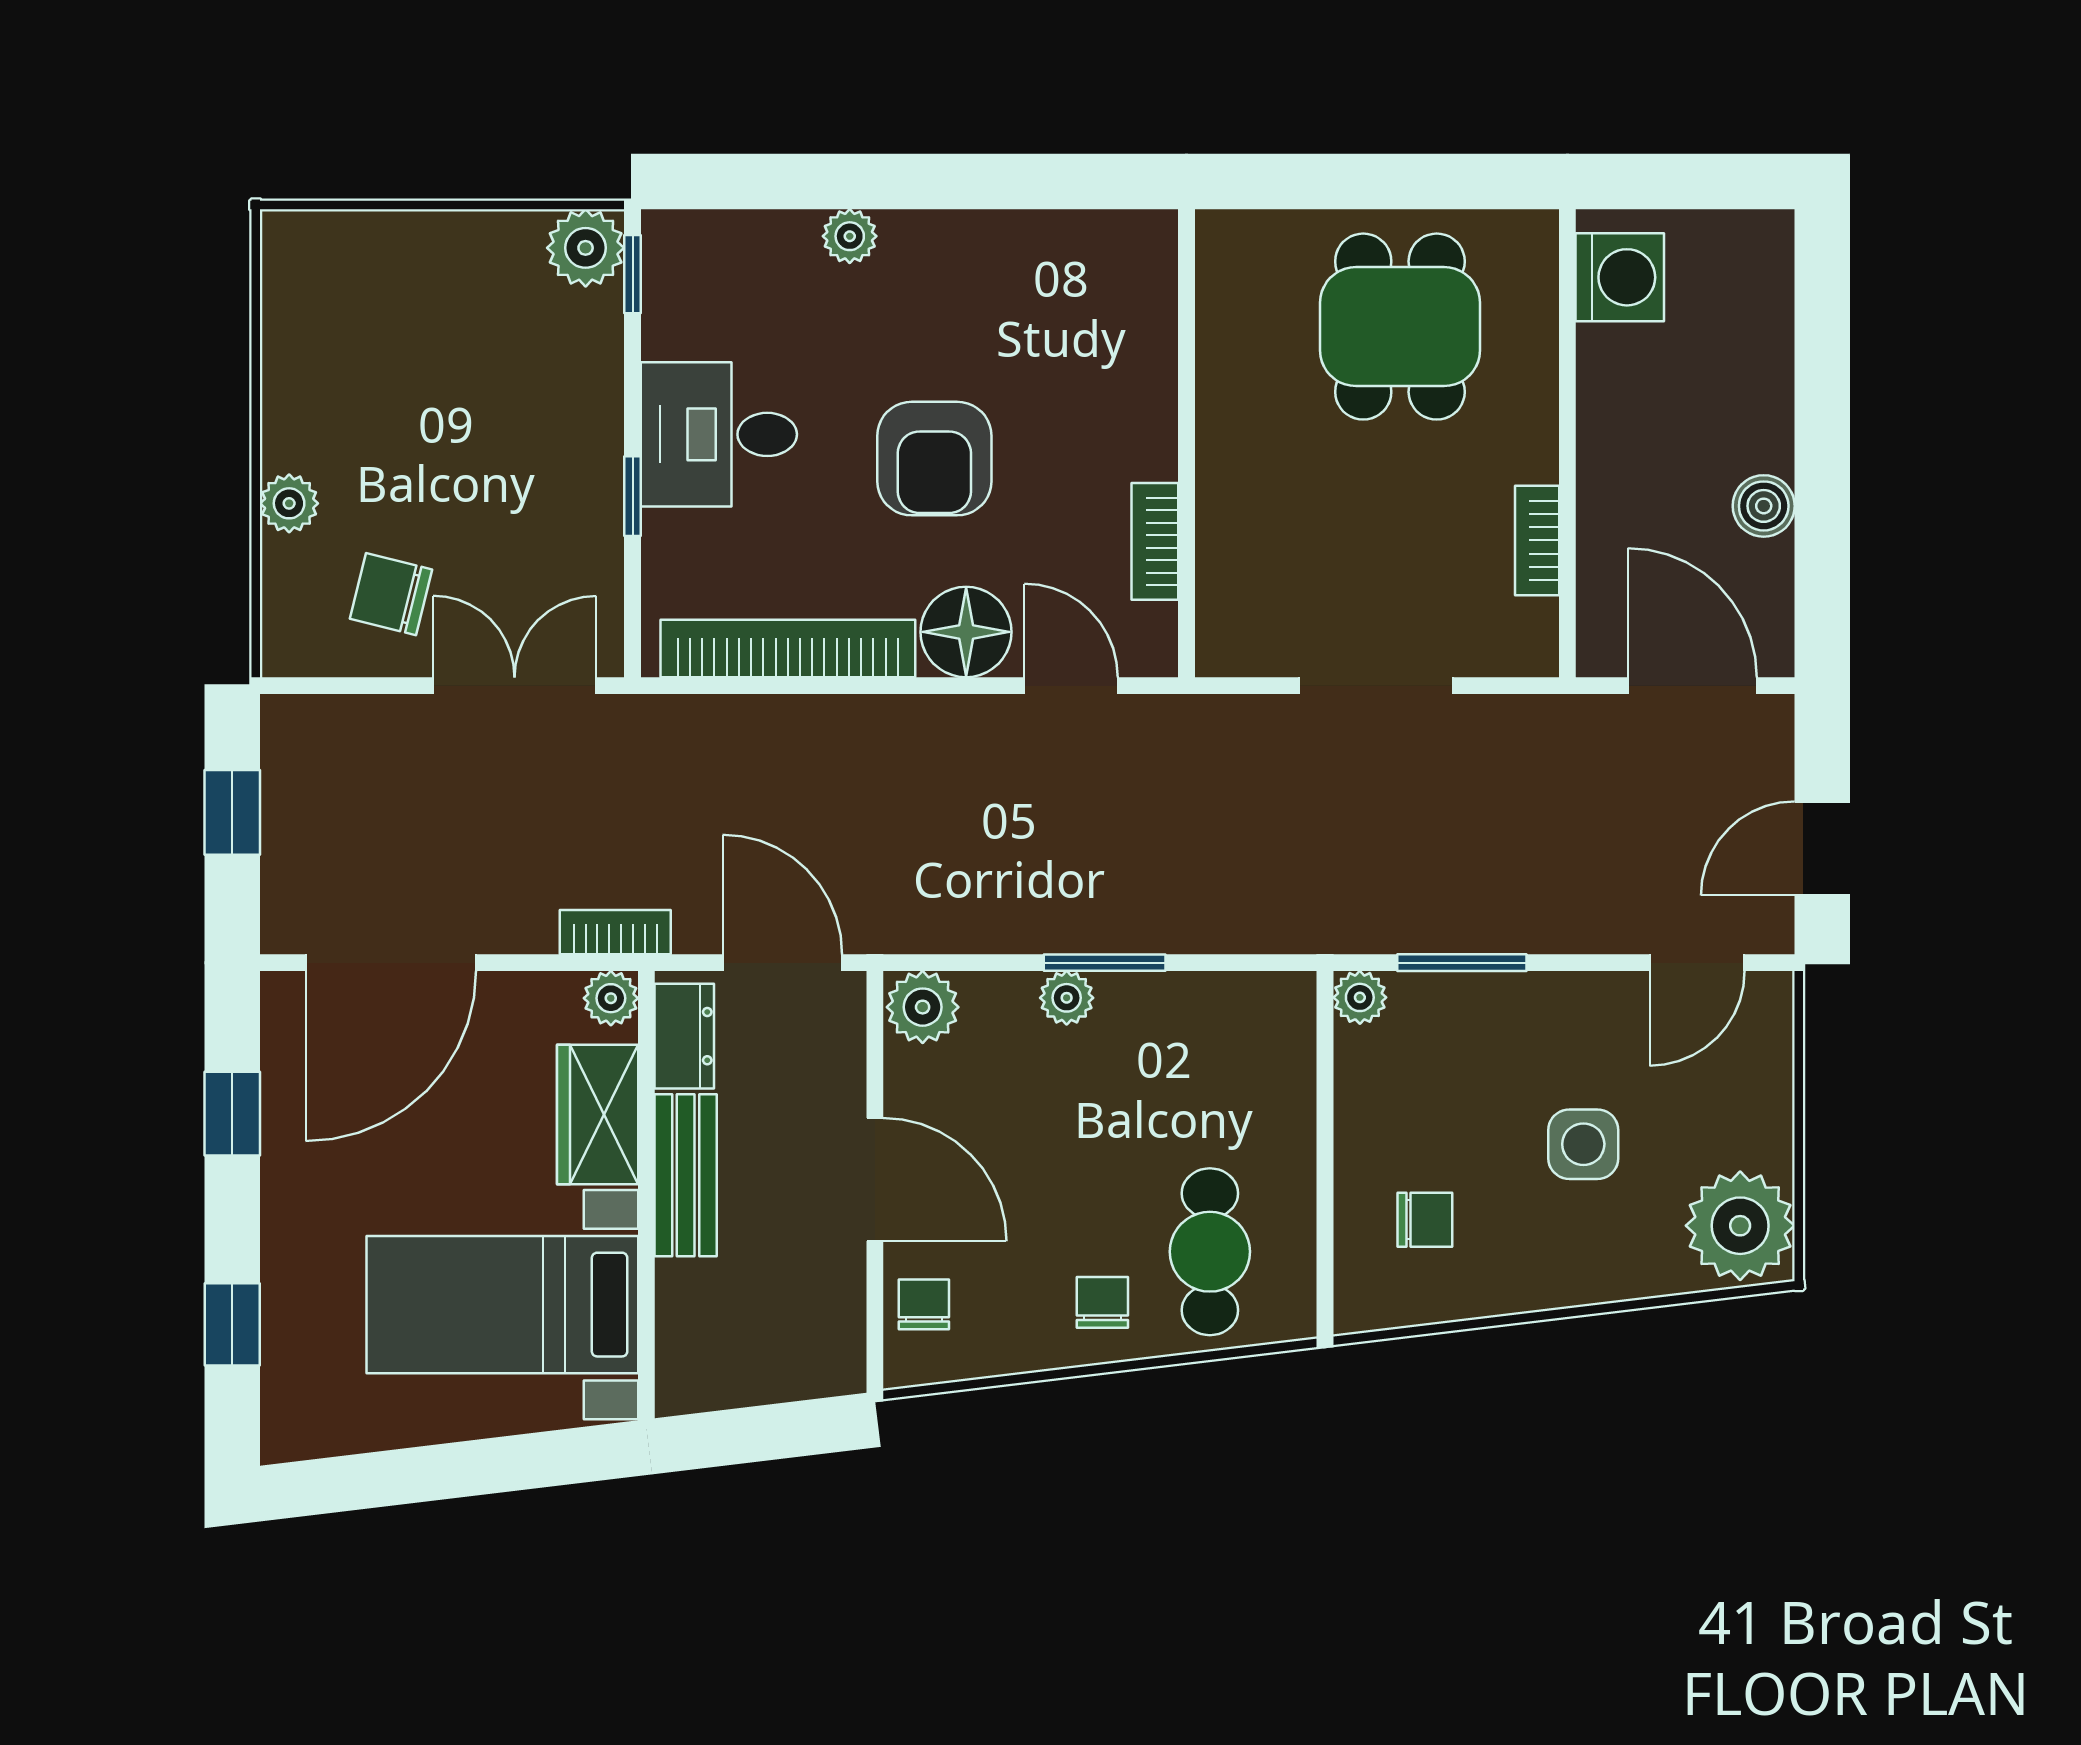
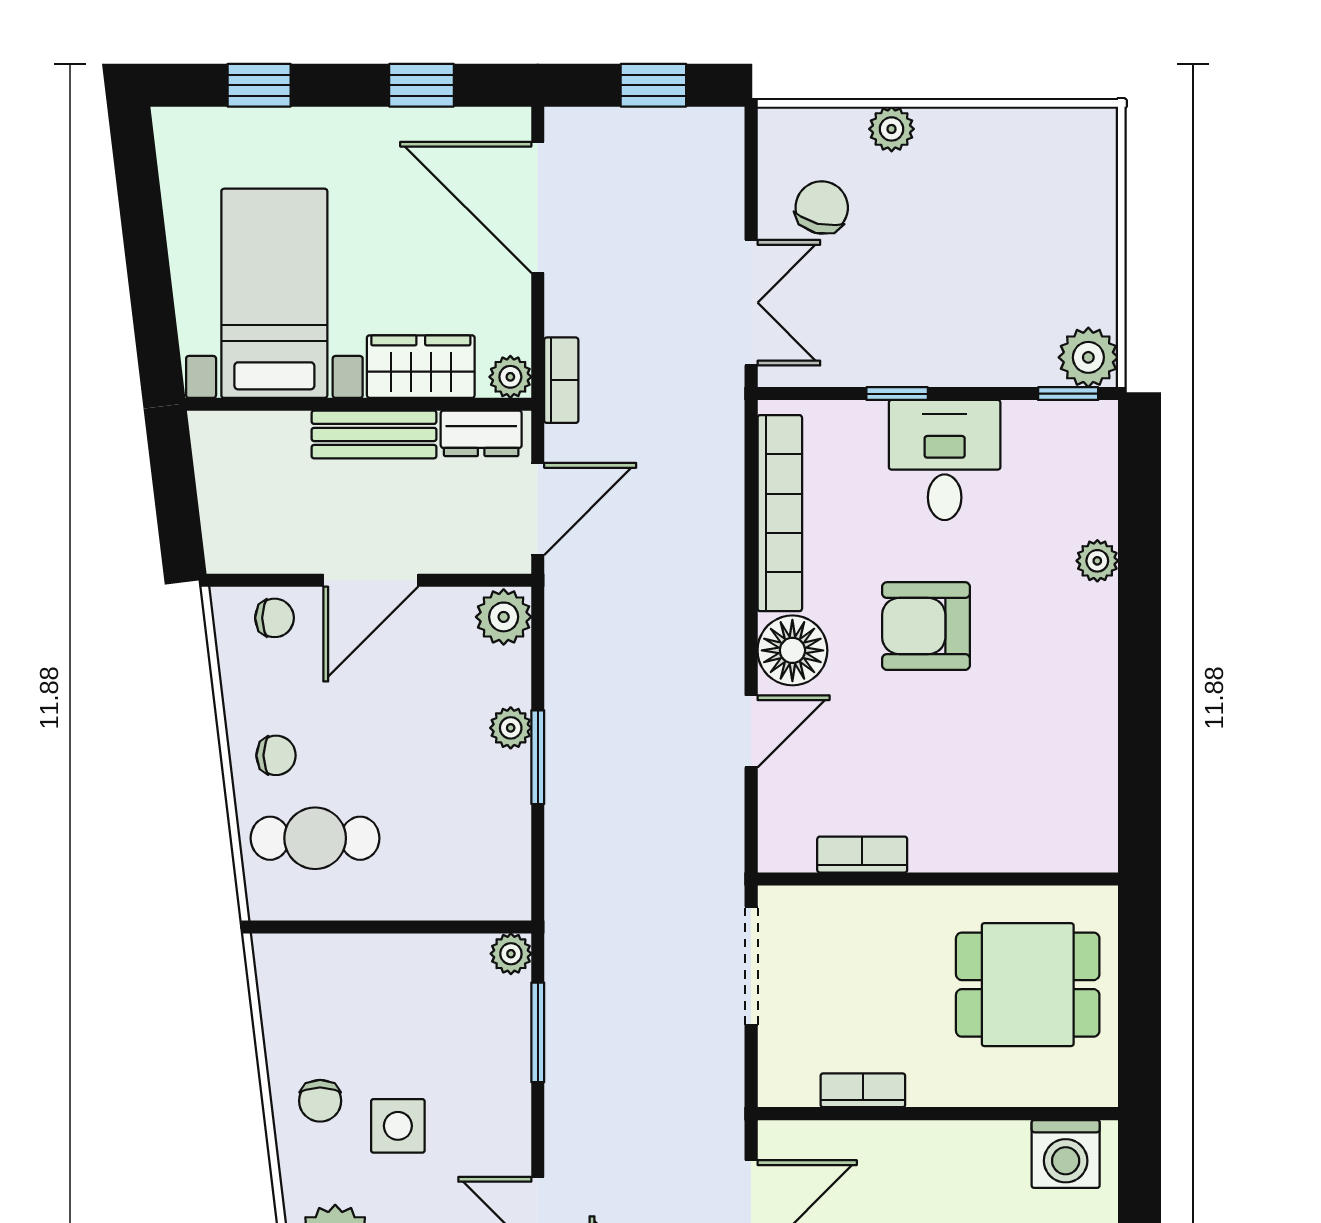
wall: (1187, 443) -> (938, 879), moved
bookcase: (1155, 541) -> (862, 855), moved
chair: (1425, 1220) -> (320, 1101), moved

